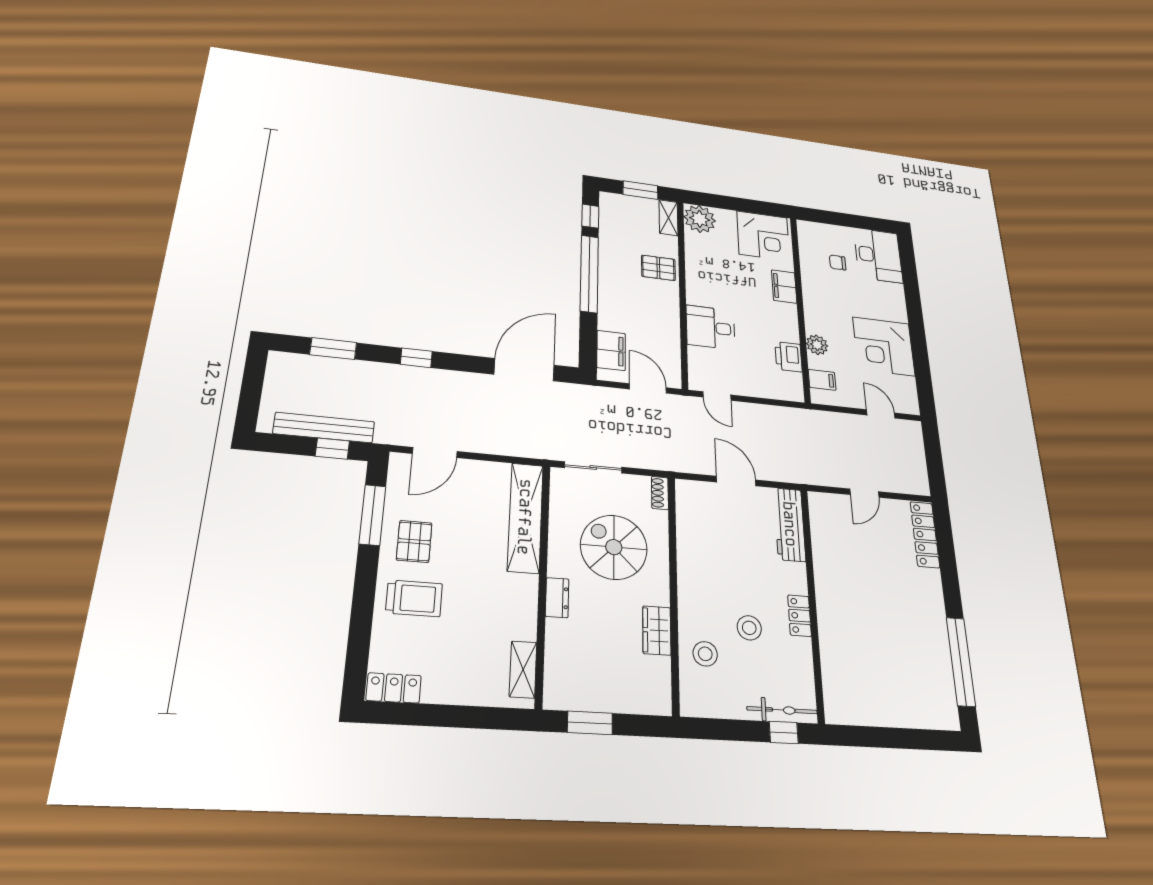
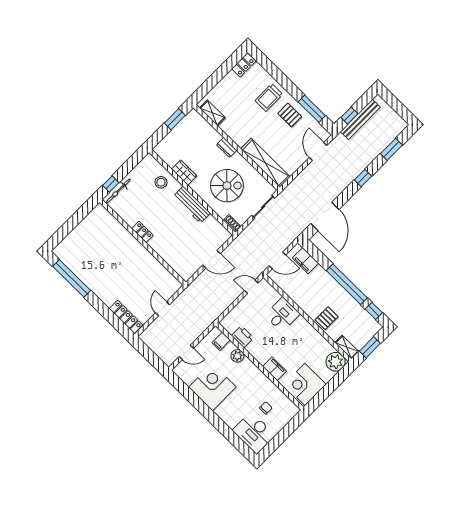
workbench: (790, 524) -> (192, 205), moved, turned 180
stool: (749, 628) -> (155, 208), removed

